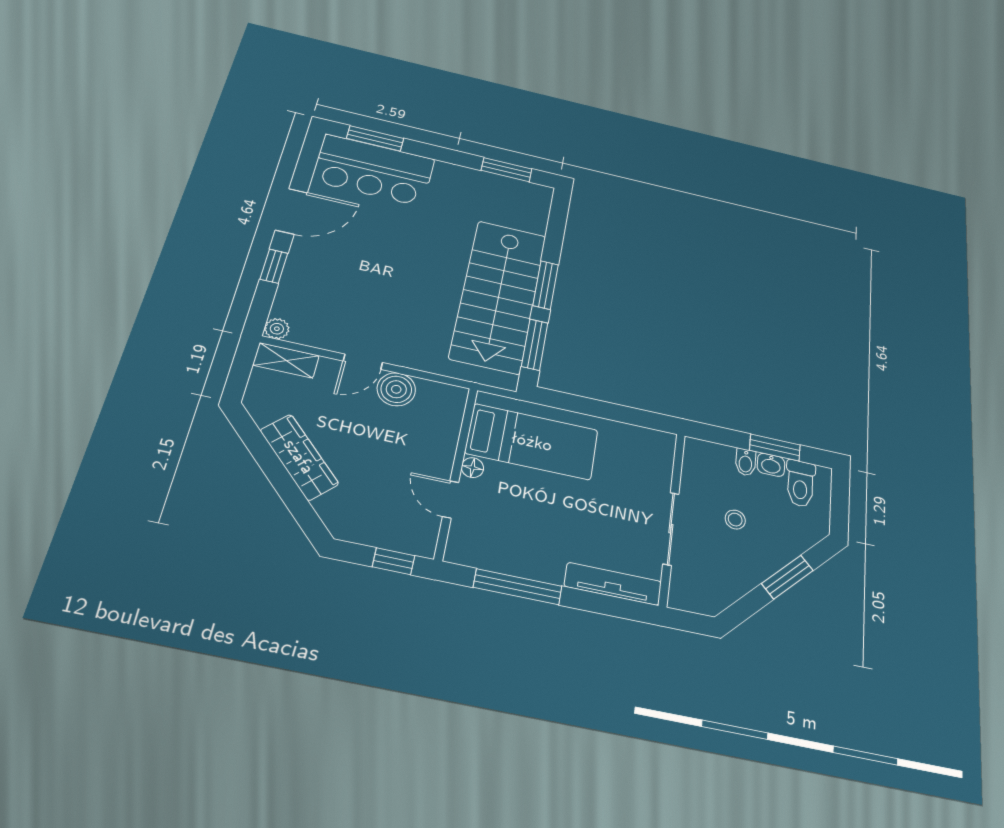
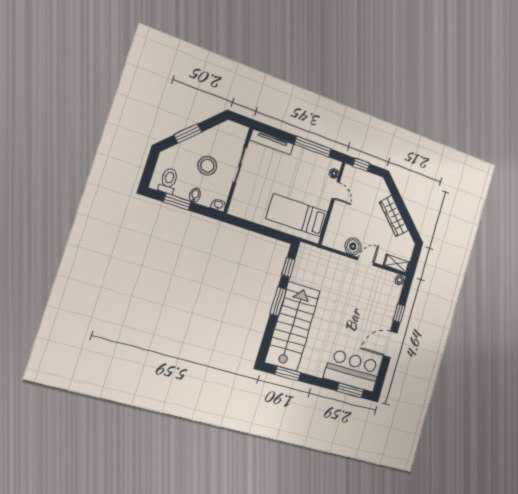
stairs: (499, 296) -> (293, 327), moved
window: (535, 345) -> (288, 267), width x0.67
washbasin: (771, 465) -> (218, 205), moved
floor lamp: (472, 468) -> (334, 173), moved
stool: (735, 520) -> (207, 166), width x1.89, depth x1.89

